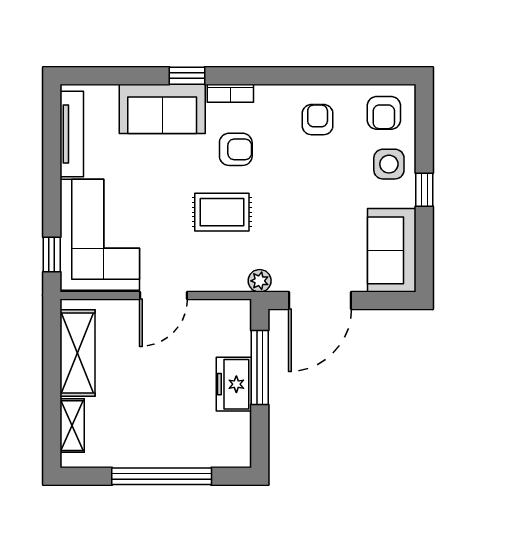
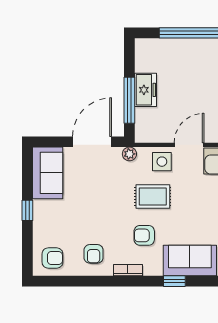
bookcase: (230, 93) -> (128, 270), moved
armchair: (384, 113) -> (52, 258), turned 90
side table: (389, 164) -> (162, 162), moved

